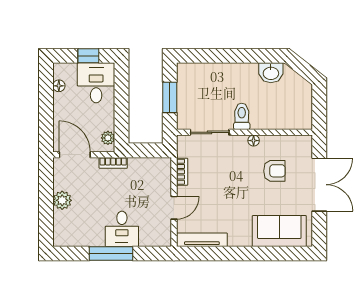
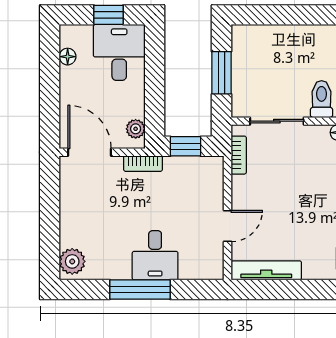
window: (144, 150) -> (185, 146), added
bookcase: (182, 172) -> (239, 155), moved
plant: (62, 200) -> (72, 261), moved

